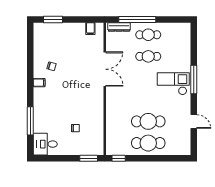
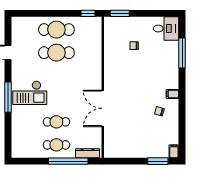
filing cabinet: (90, 29) -> (174, 151), moved

